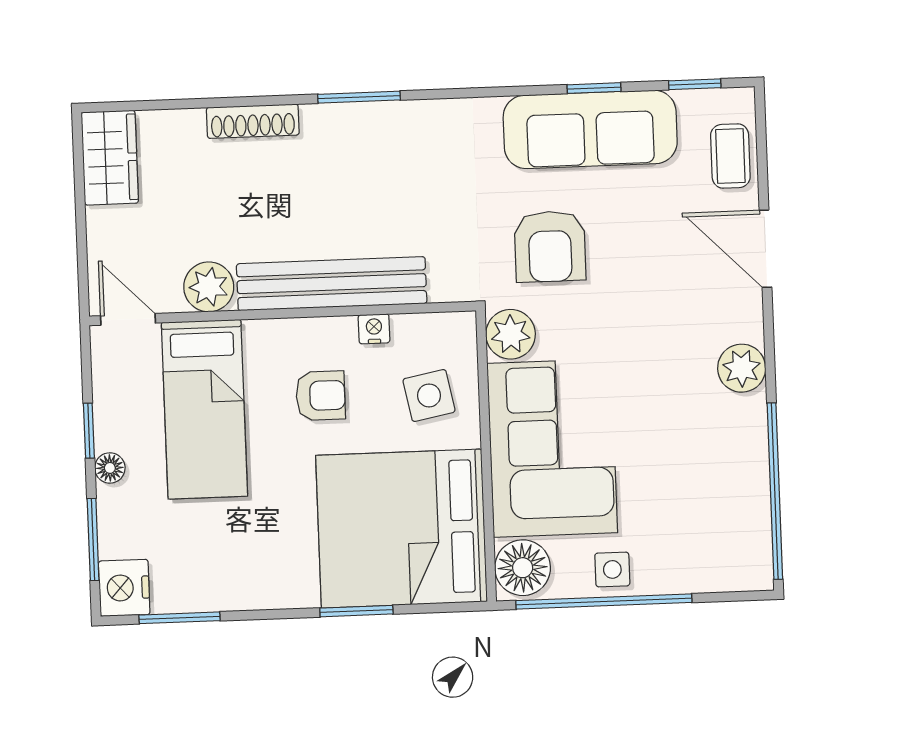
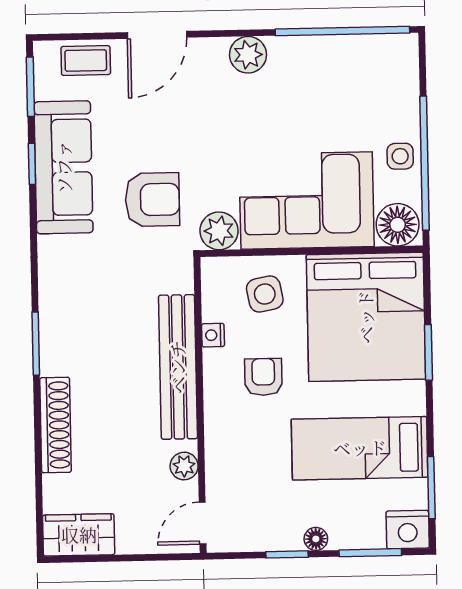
window: (695, 84) -> (30, 87), width x1.50
shoe rack: (253, 121) -> (56, 425), width x1.36, depth x1.24
plant: (209, 287) -> (184, 466), width x0.73, depth x0.73
bed: (204, 409) -> (360, 448), moved, turned 180

